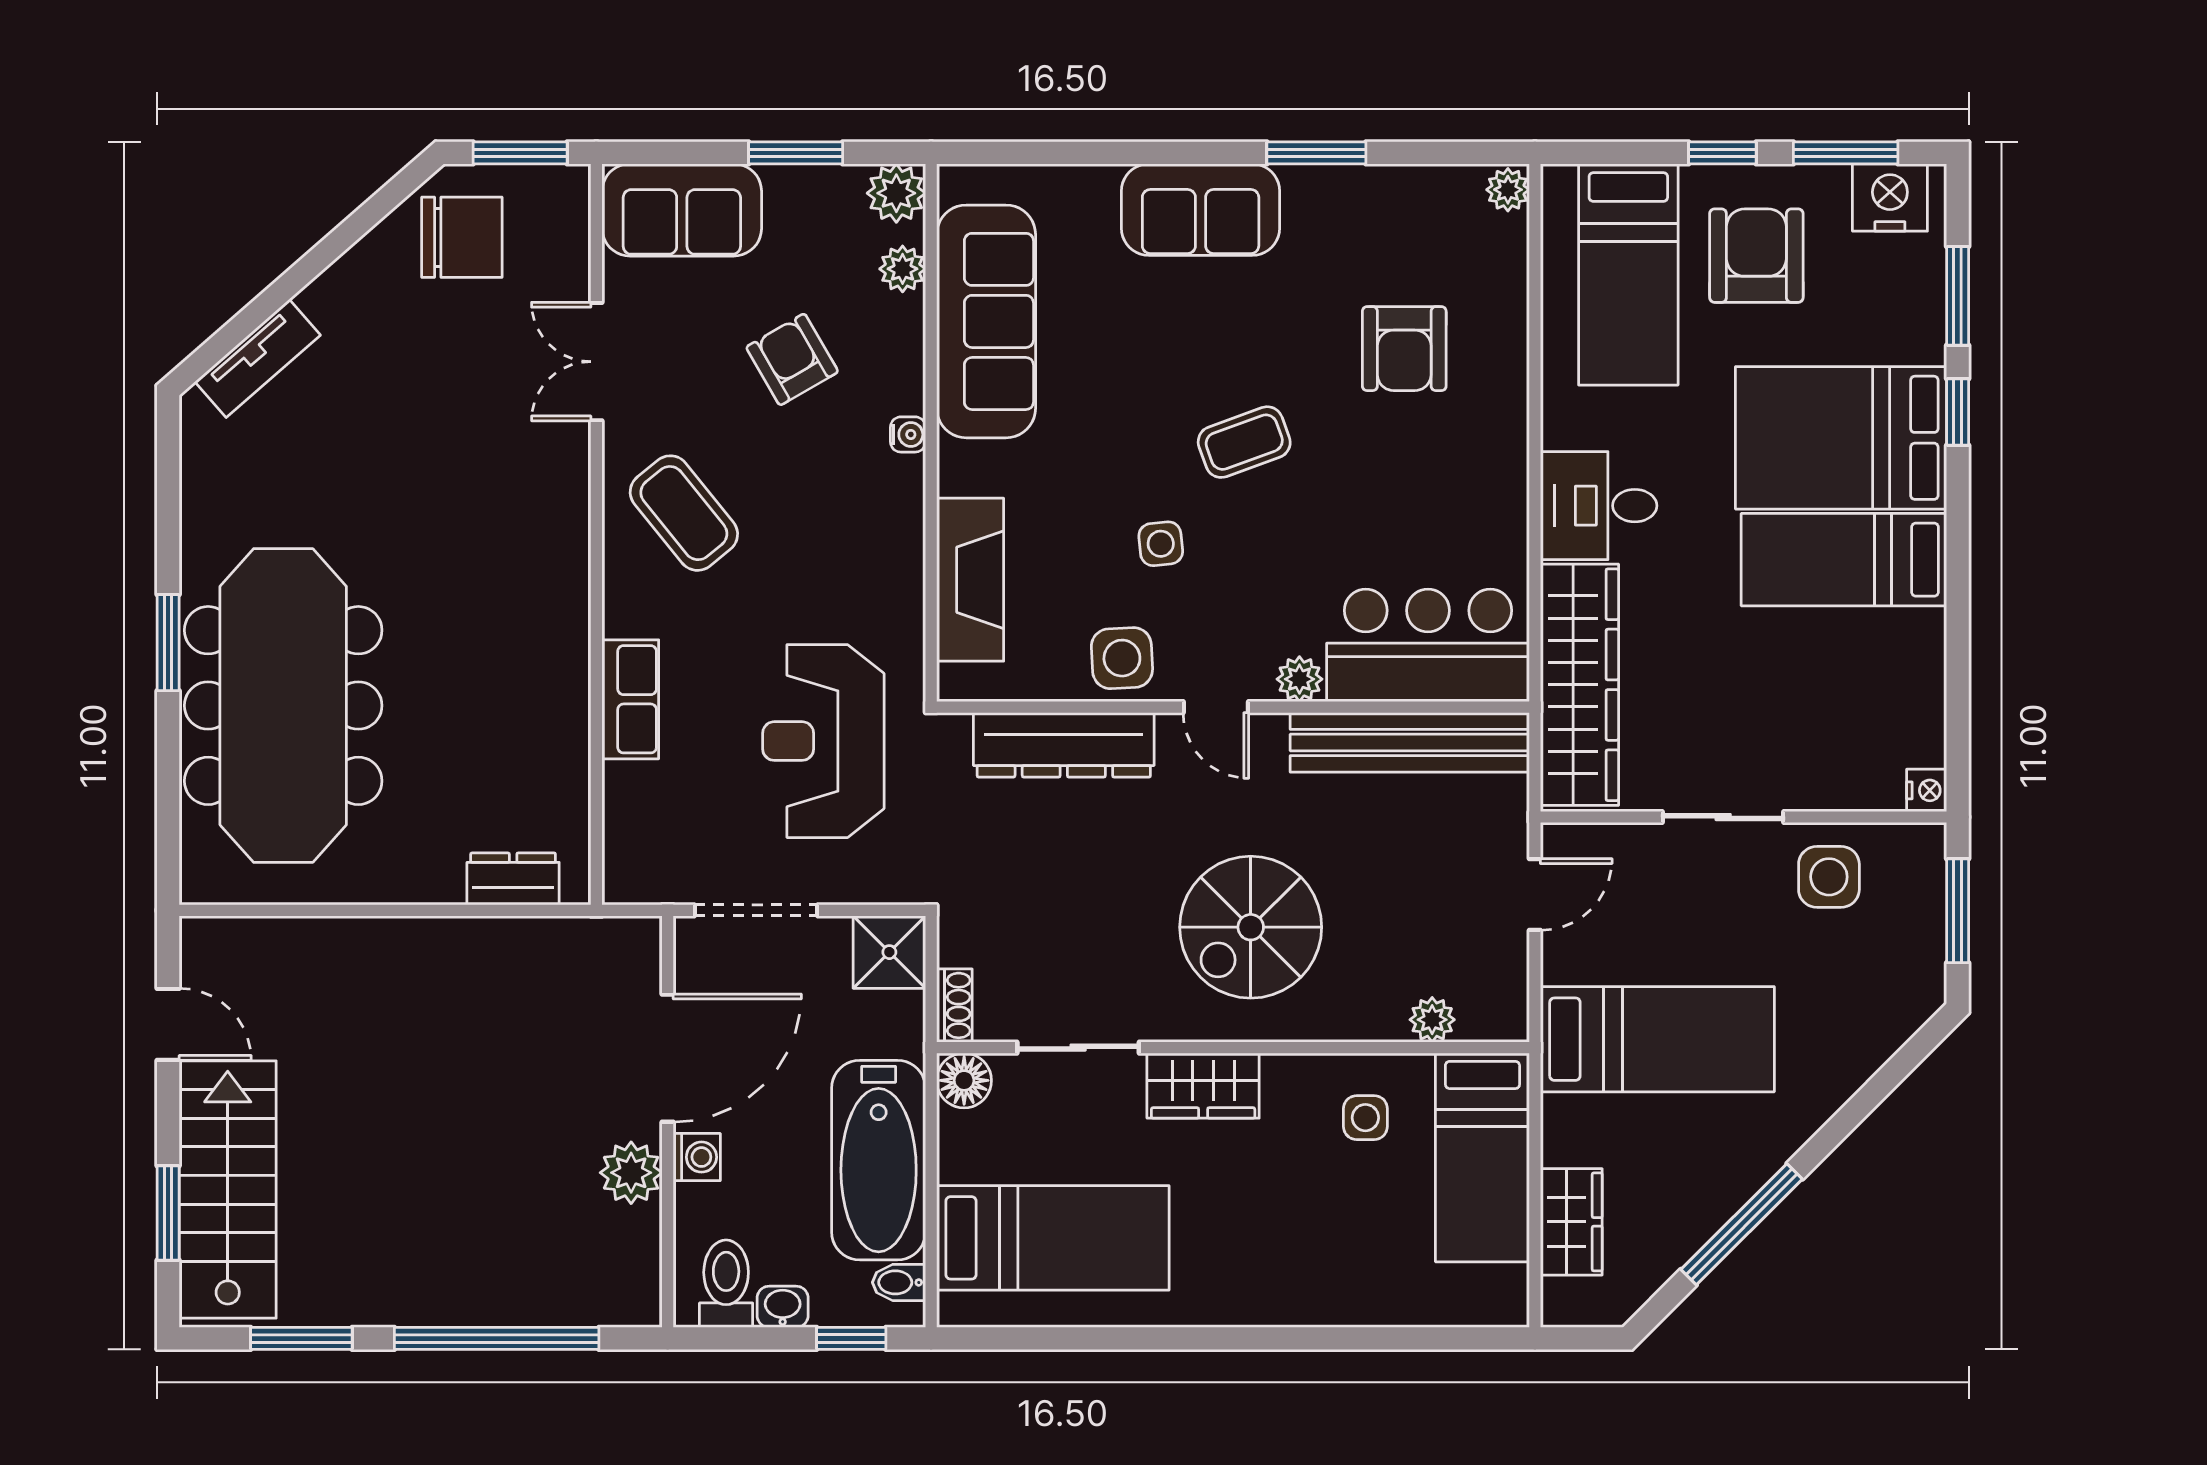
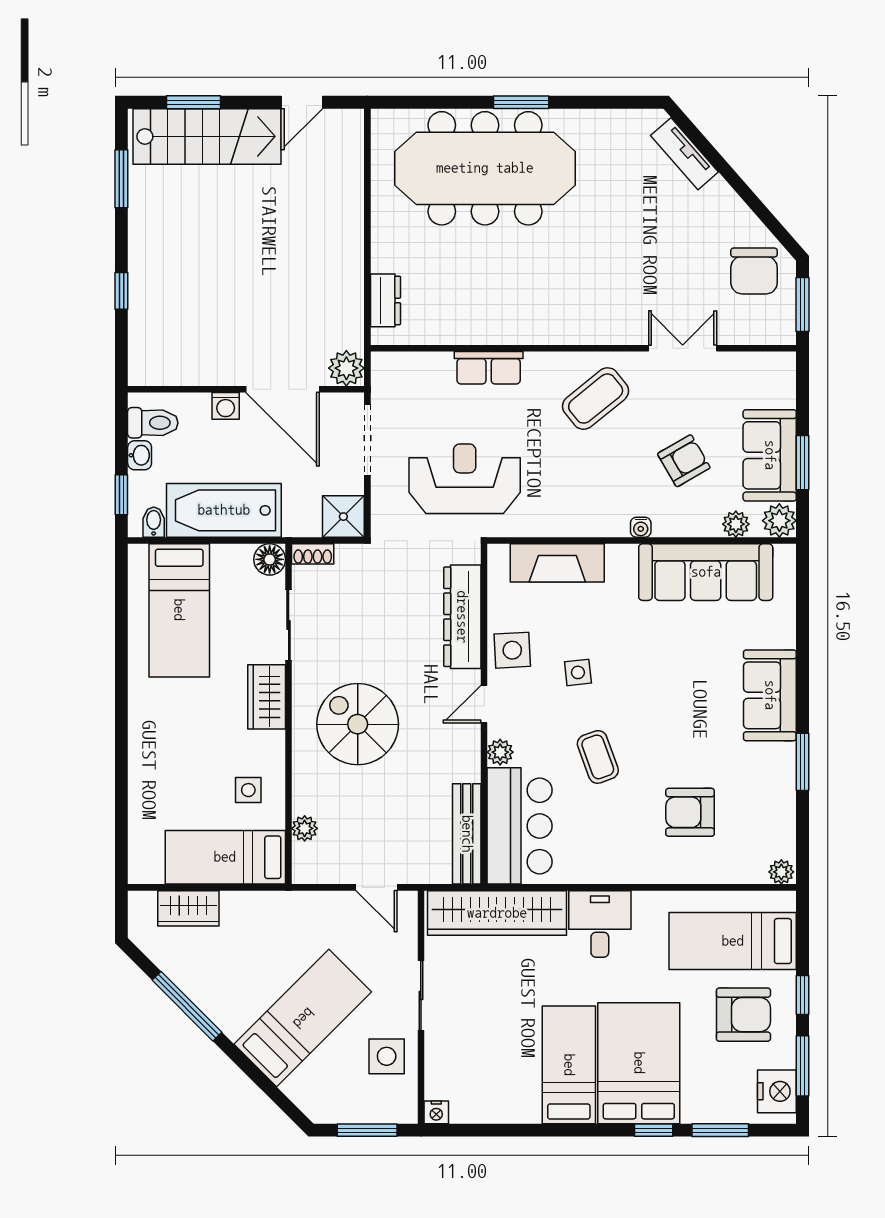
sofa: (682, 210) -> (770, 455), moved
coffee table: (1244, 442) -> (598, 757), moved
bench: (1410, 742) -> (467, 834), width x0.73, depth x0.82
bed: (1657, 1039) -> (303, 1018), moved, turned -135
plant: (631, 1173) -> (346, 368), moved
window: (497, 1338) -> (121, 291), width x0.32

